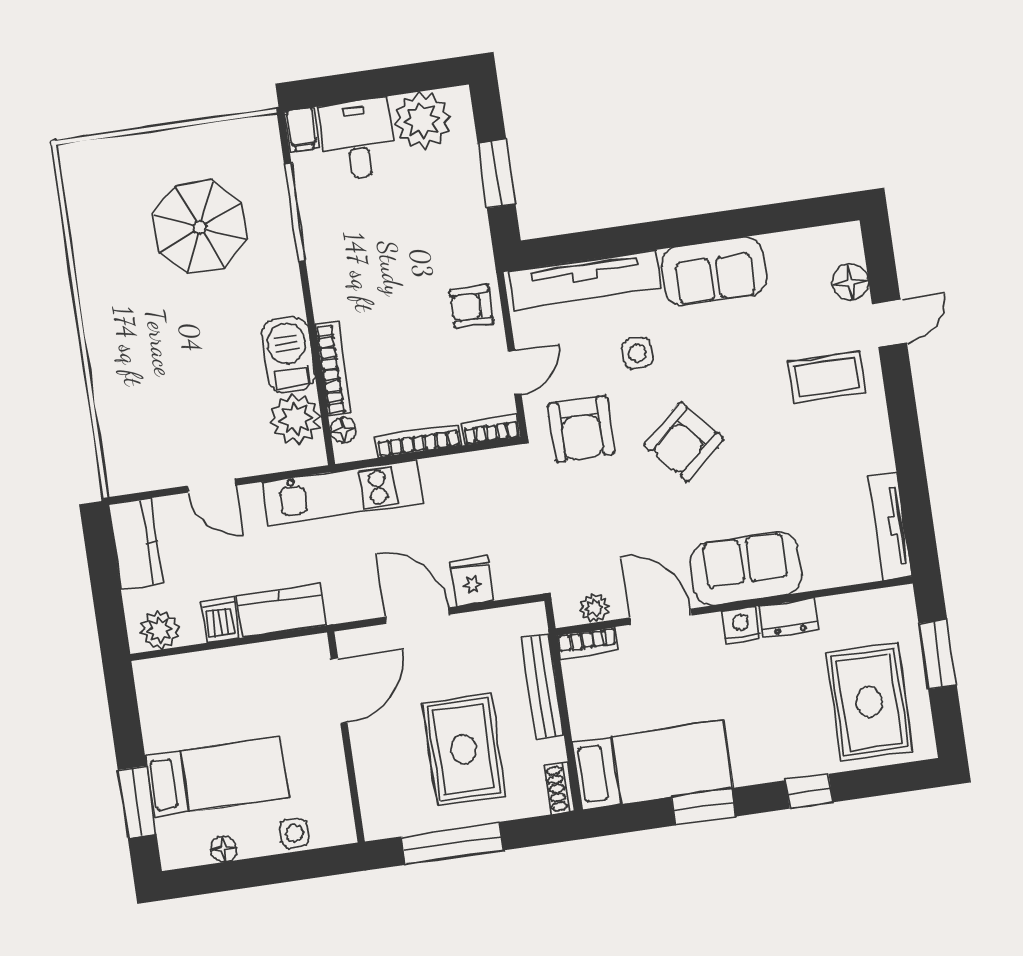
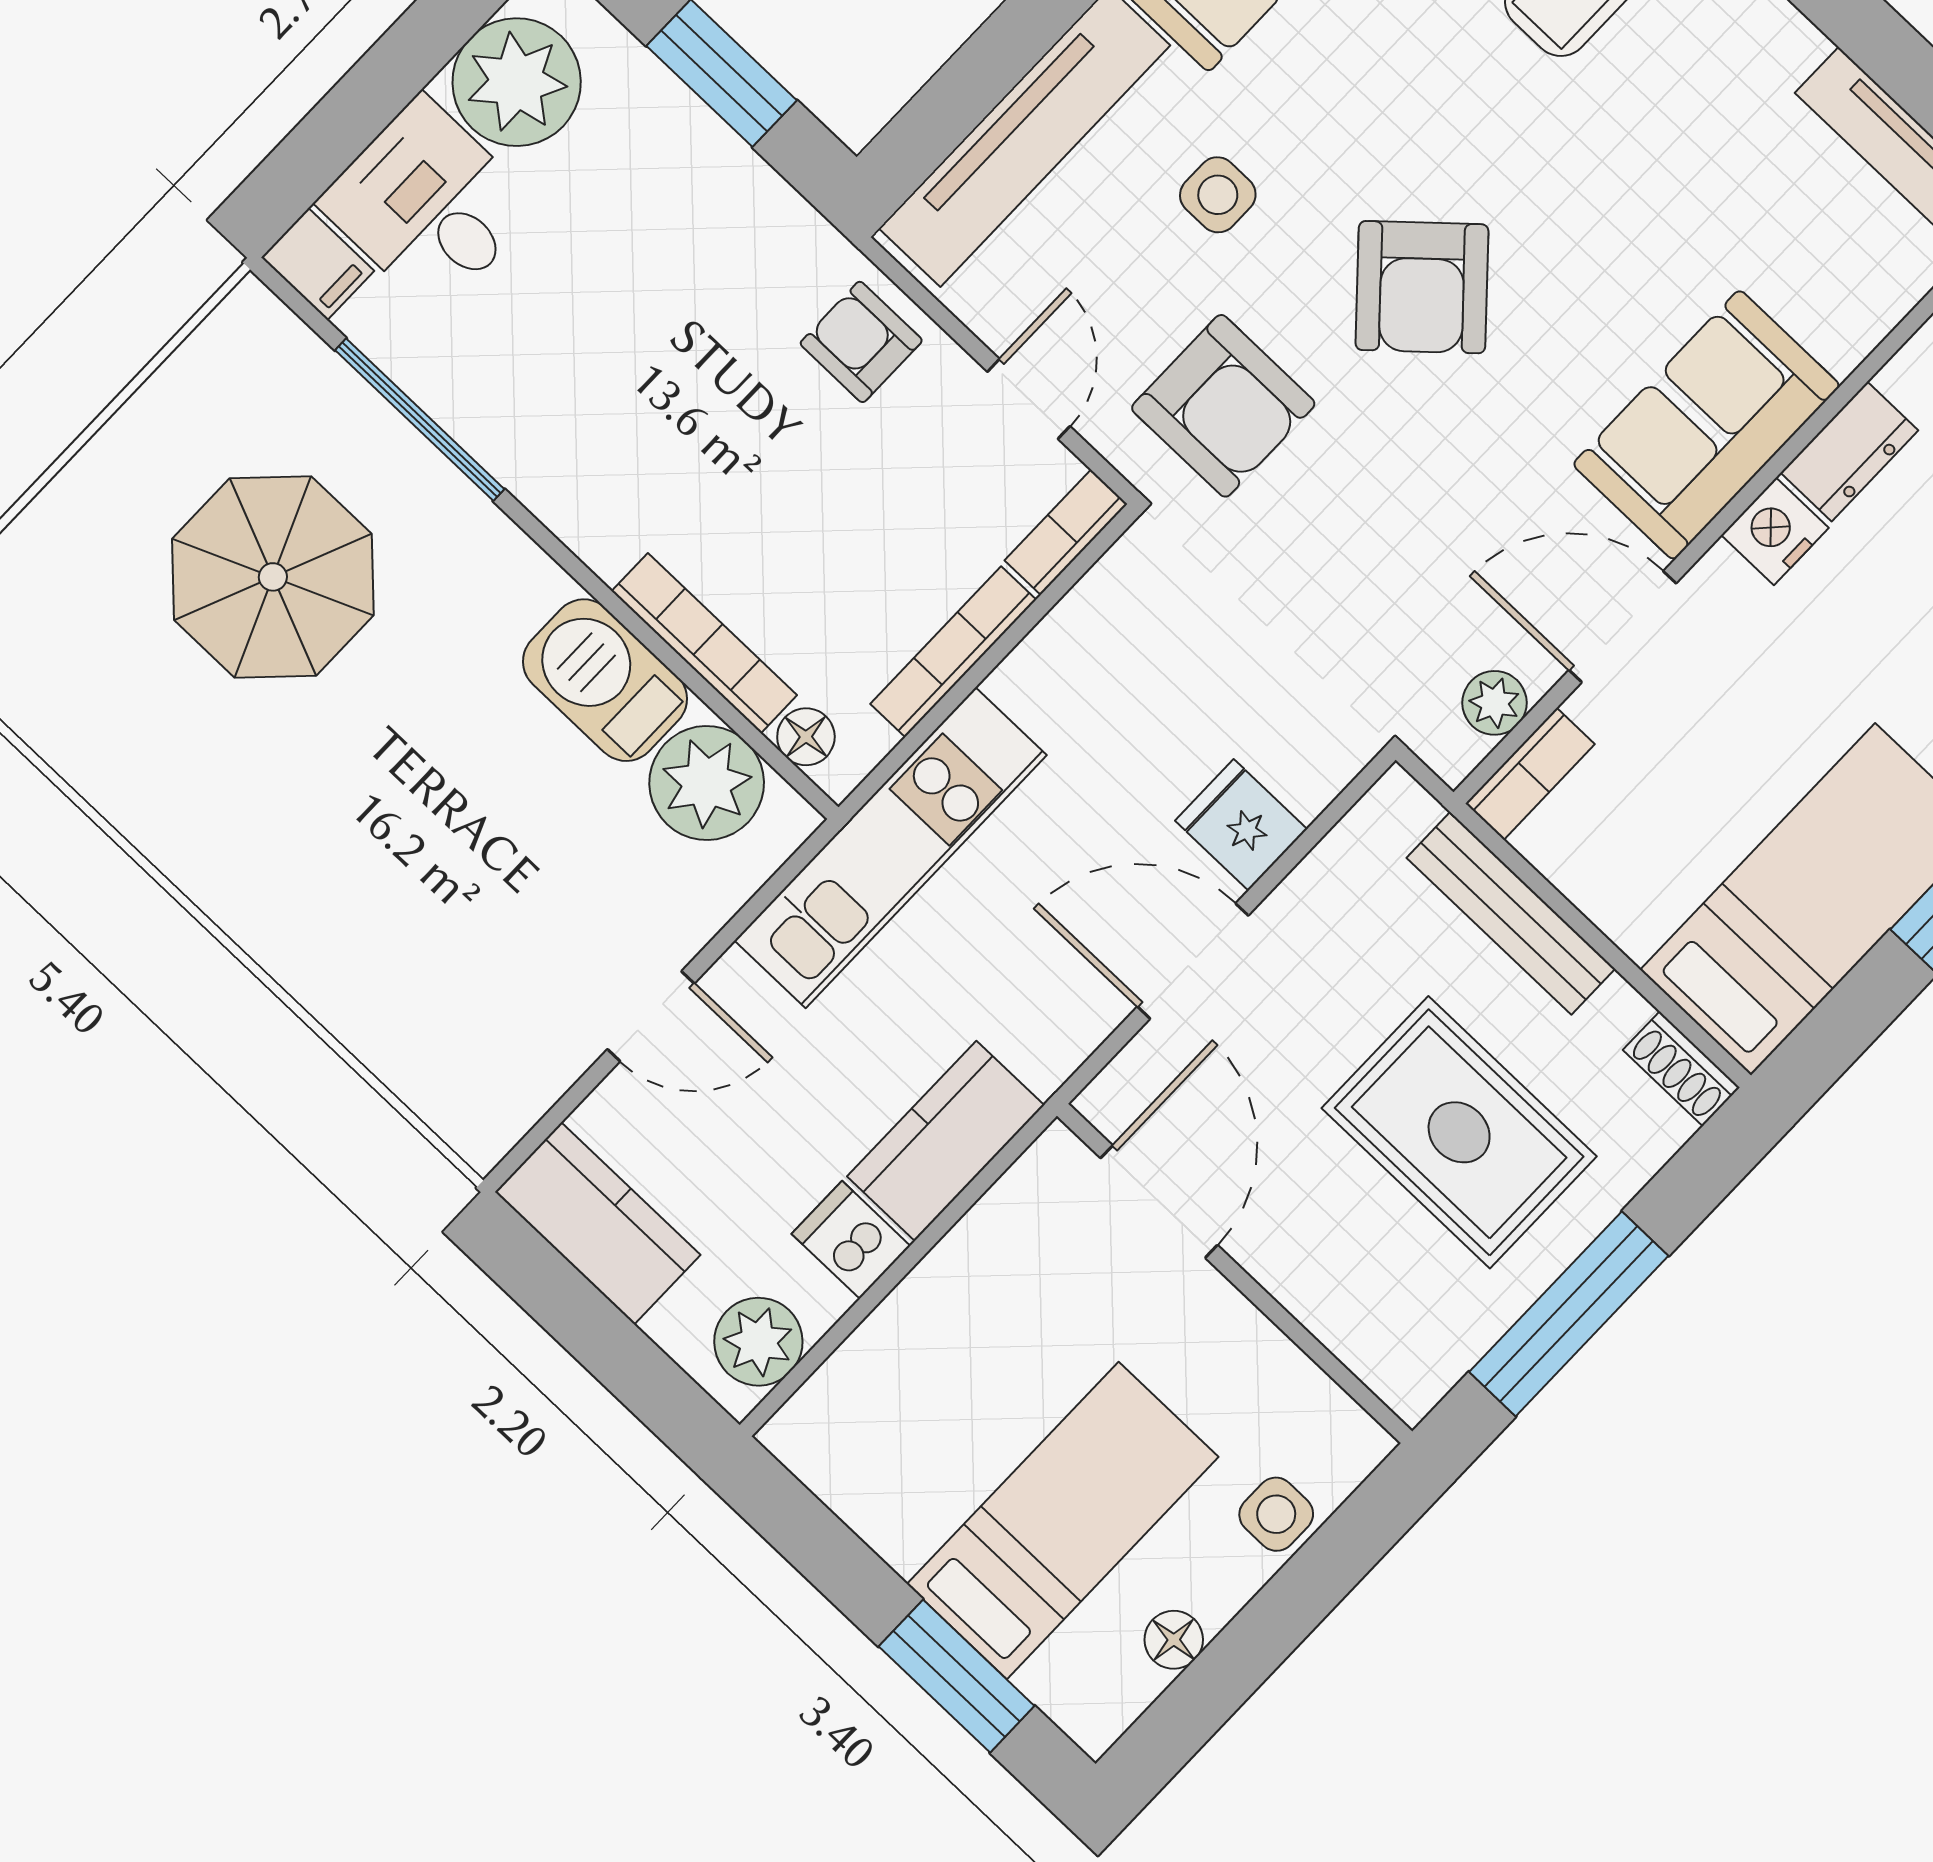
armchair: (471, 307) -> (861, 342), turned 90

